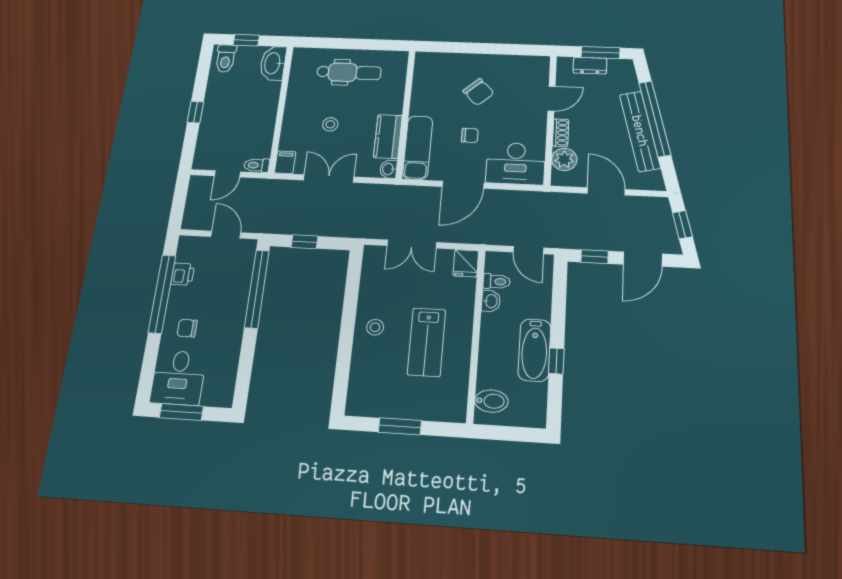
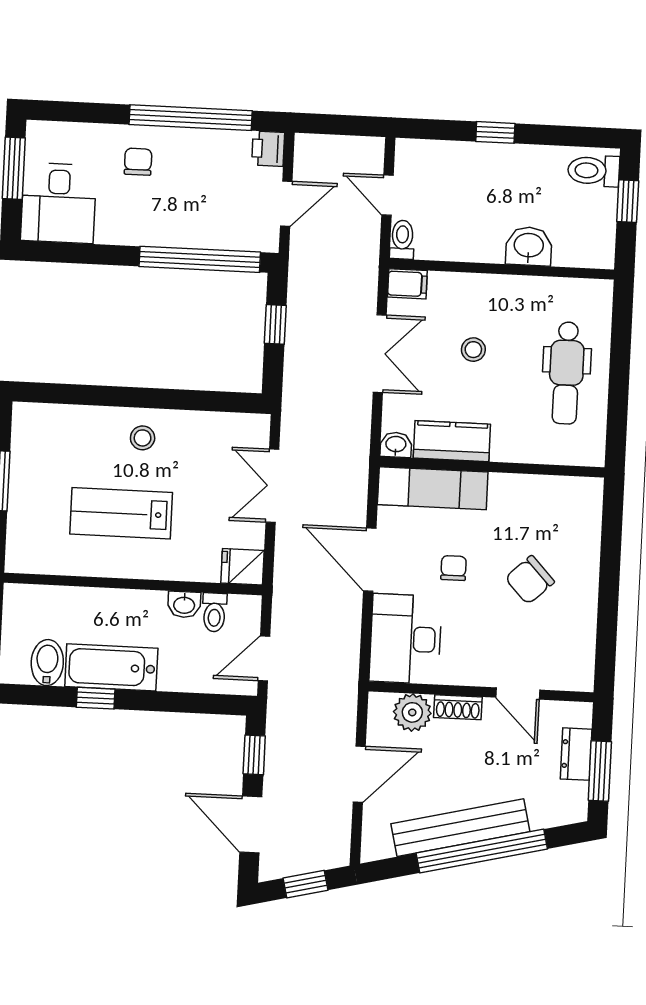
washbasin: (273, 63) -> (529, 246), moved, width x0.72
chair: (470, 135) -> (454, 568), turned 180
printer: (183, 274) -> (268, 149), moved, turned 90
desk: (178, 378) -> (59, 203), moved, turned -90
bidet: (491, 401) -> (47, 663), moved, turned 180

